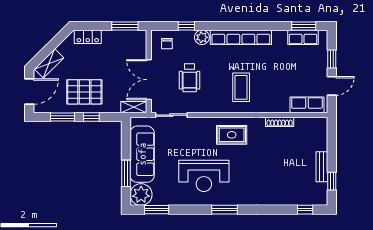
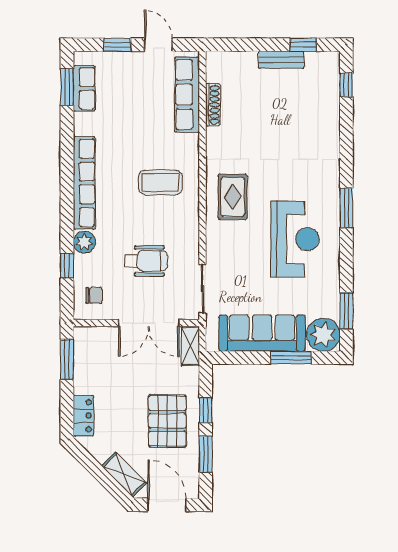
row of seats: (307, 105) -> (187, 95), width x1.48
shoe rack: (280, 122) -> (213, 105), moved

